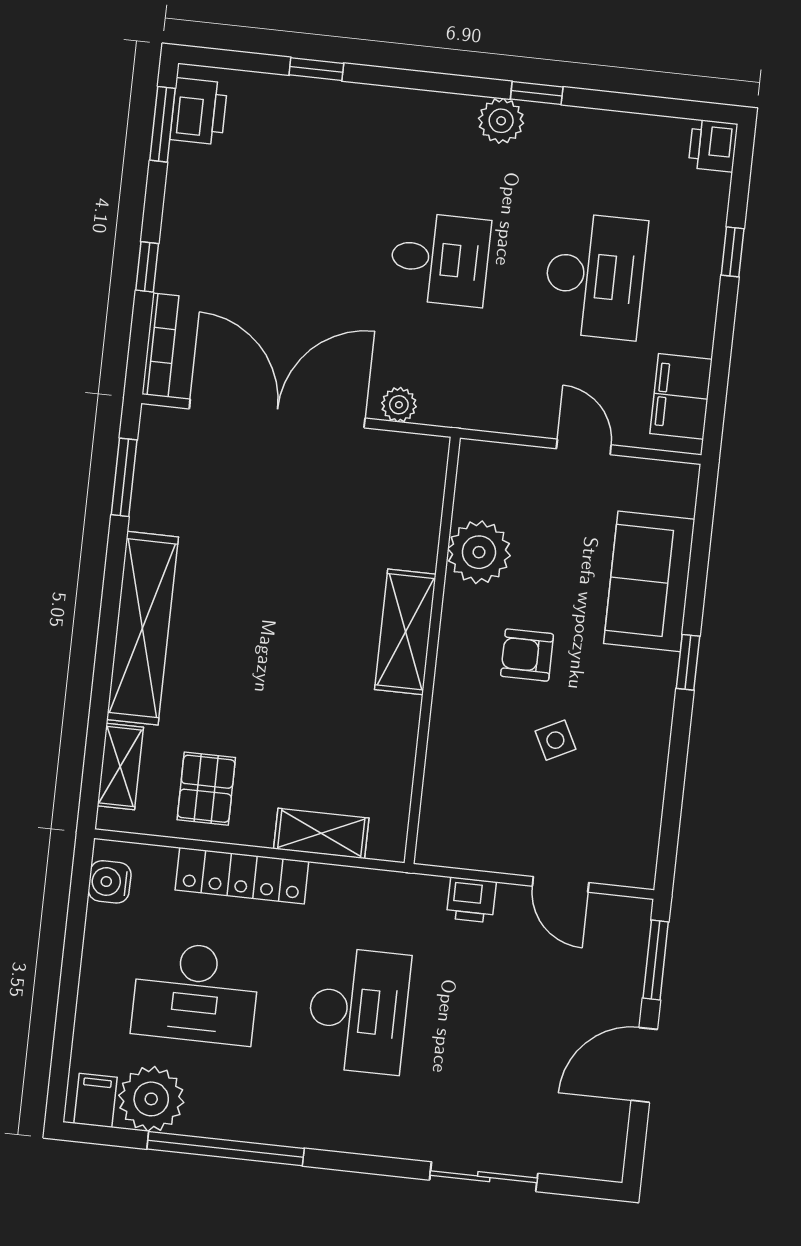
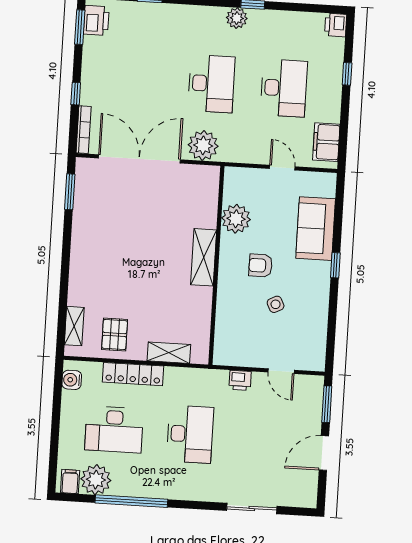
desk: (440, 259) -> (211, 84), width x1.37
plant: (399, 405) -> (203, 145), width x1.88, depth x1.88
shelving: (142, 628) -> (81, 261), removed

